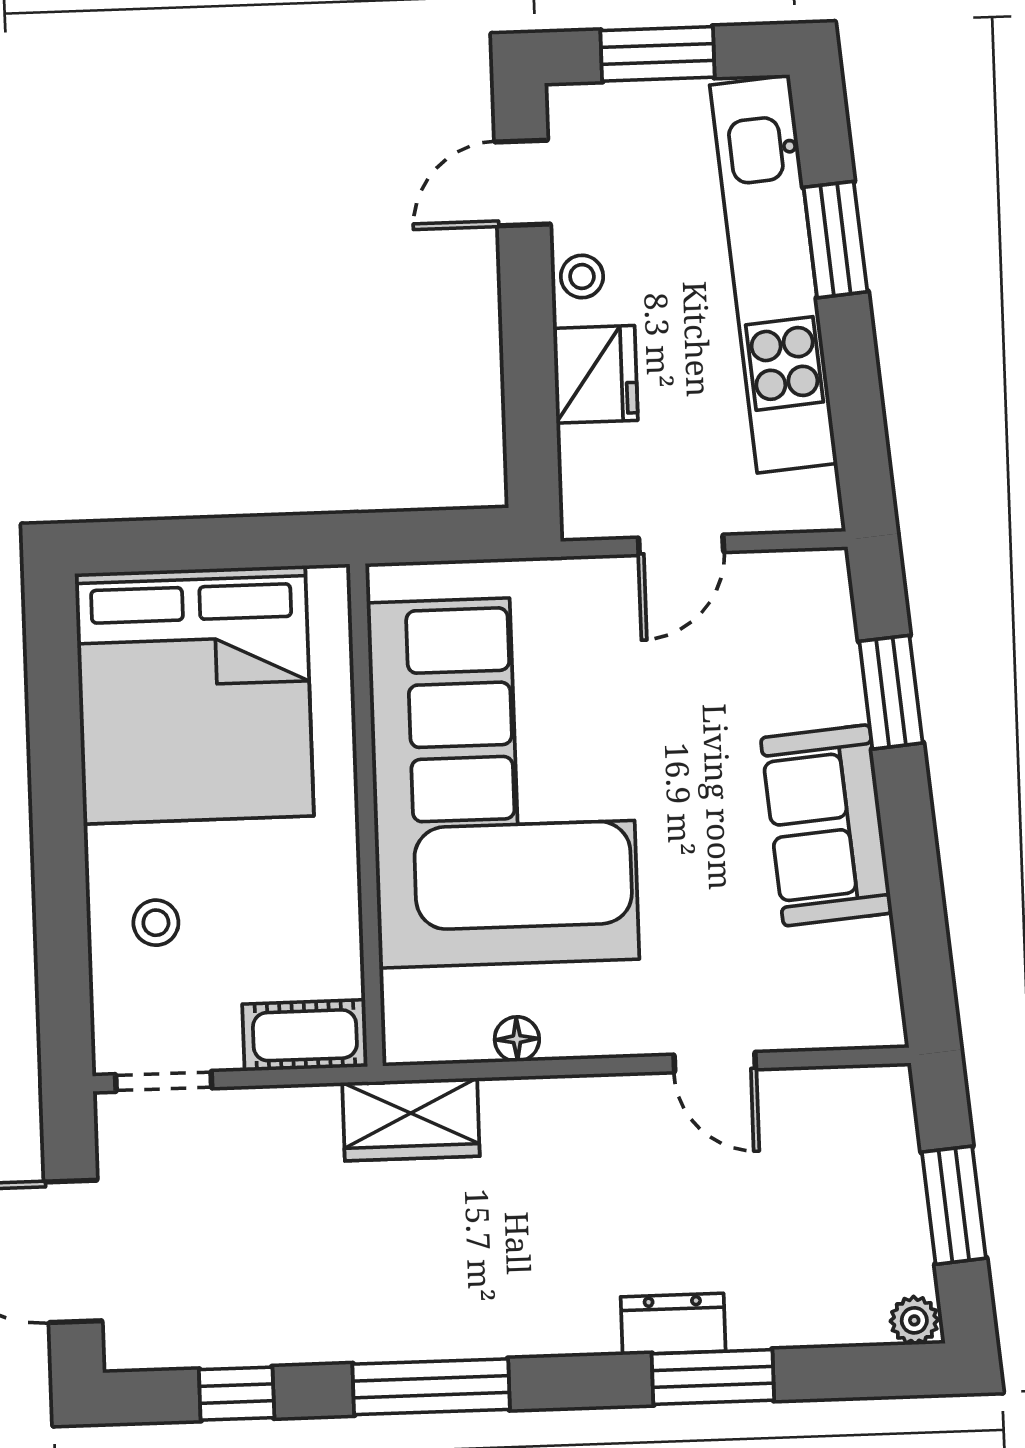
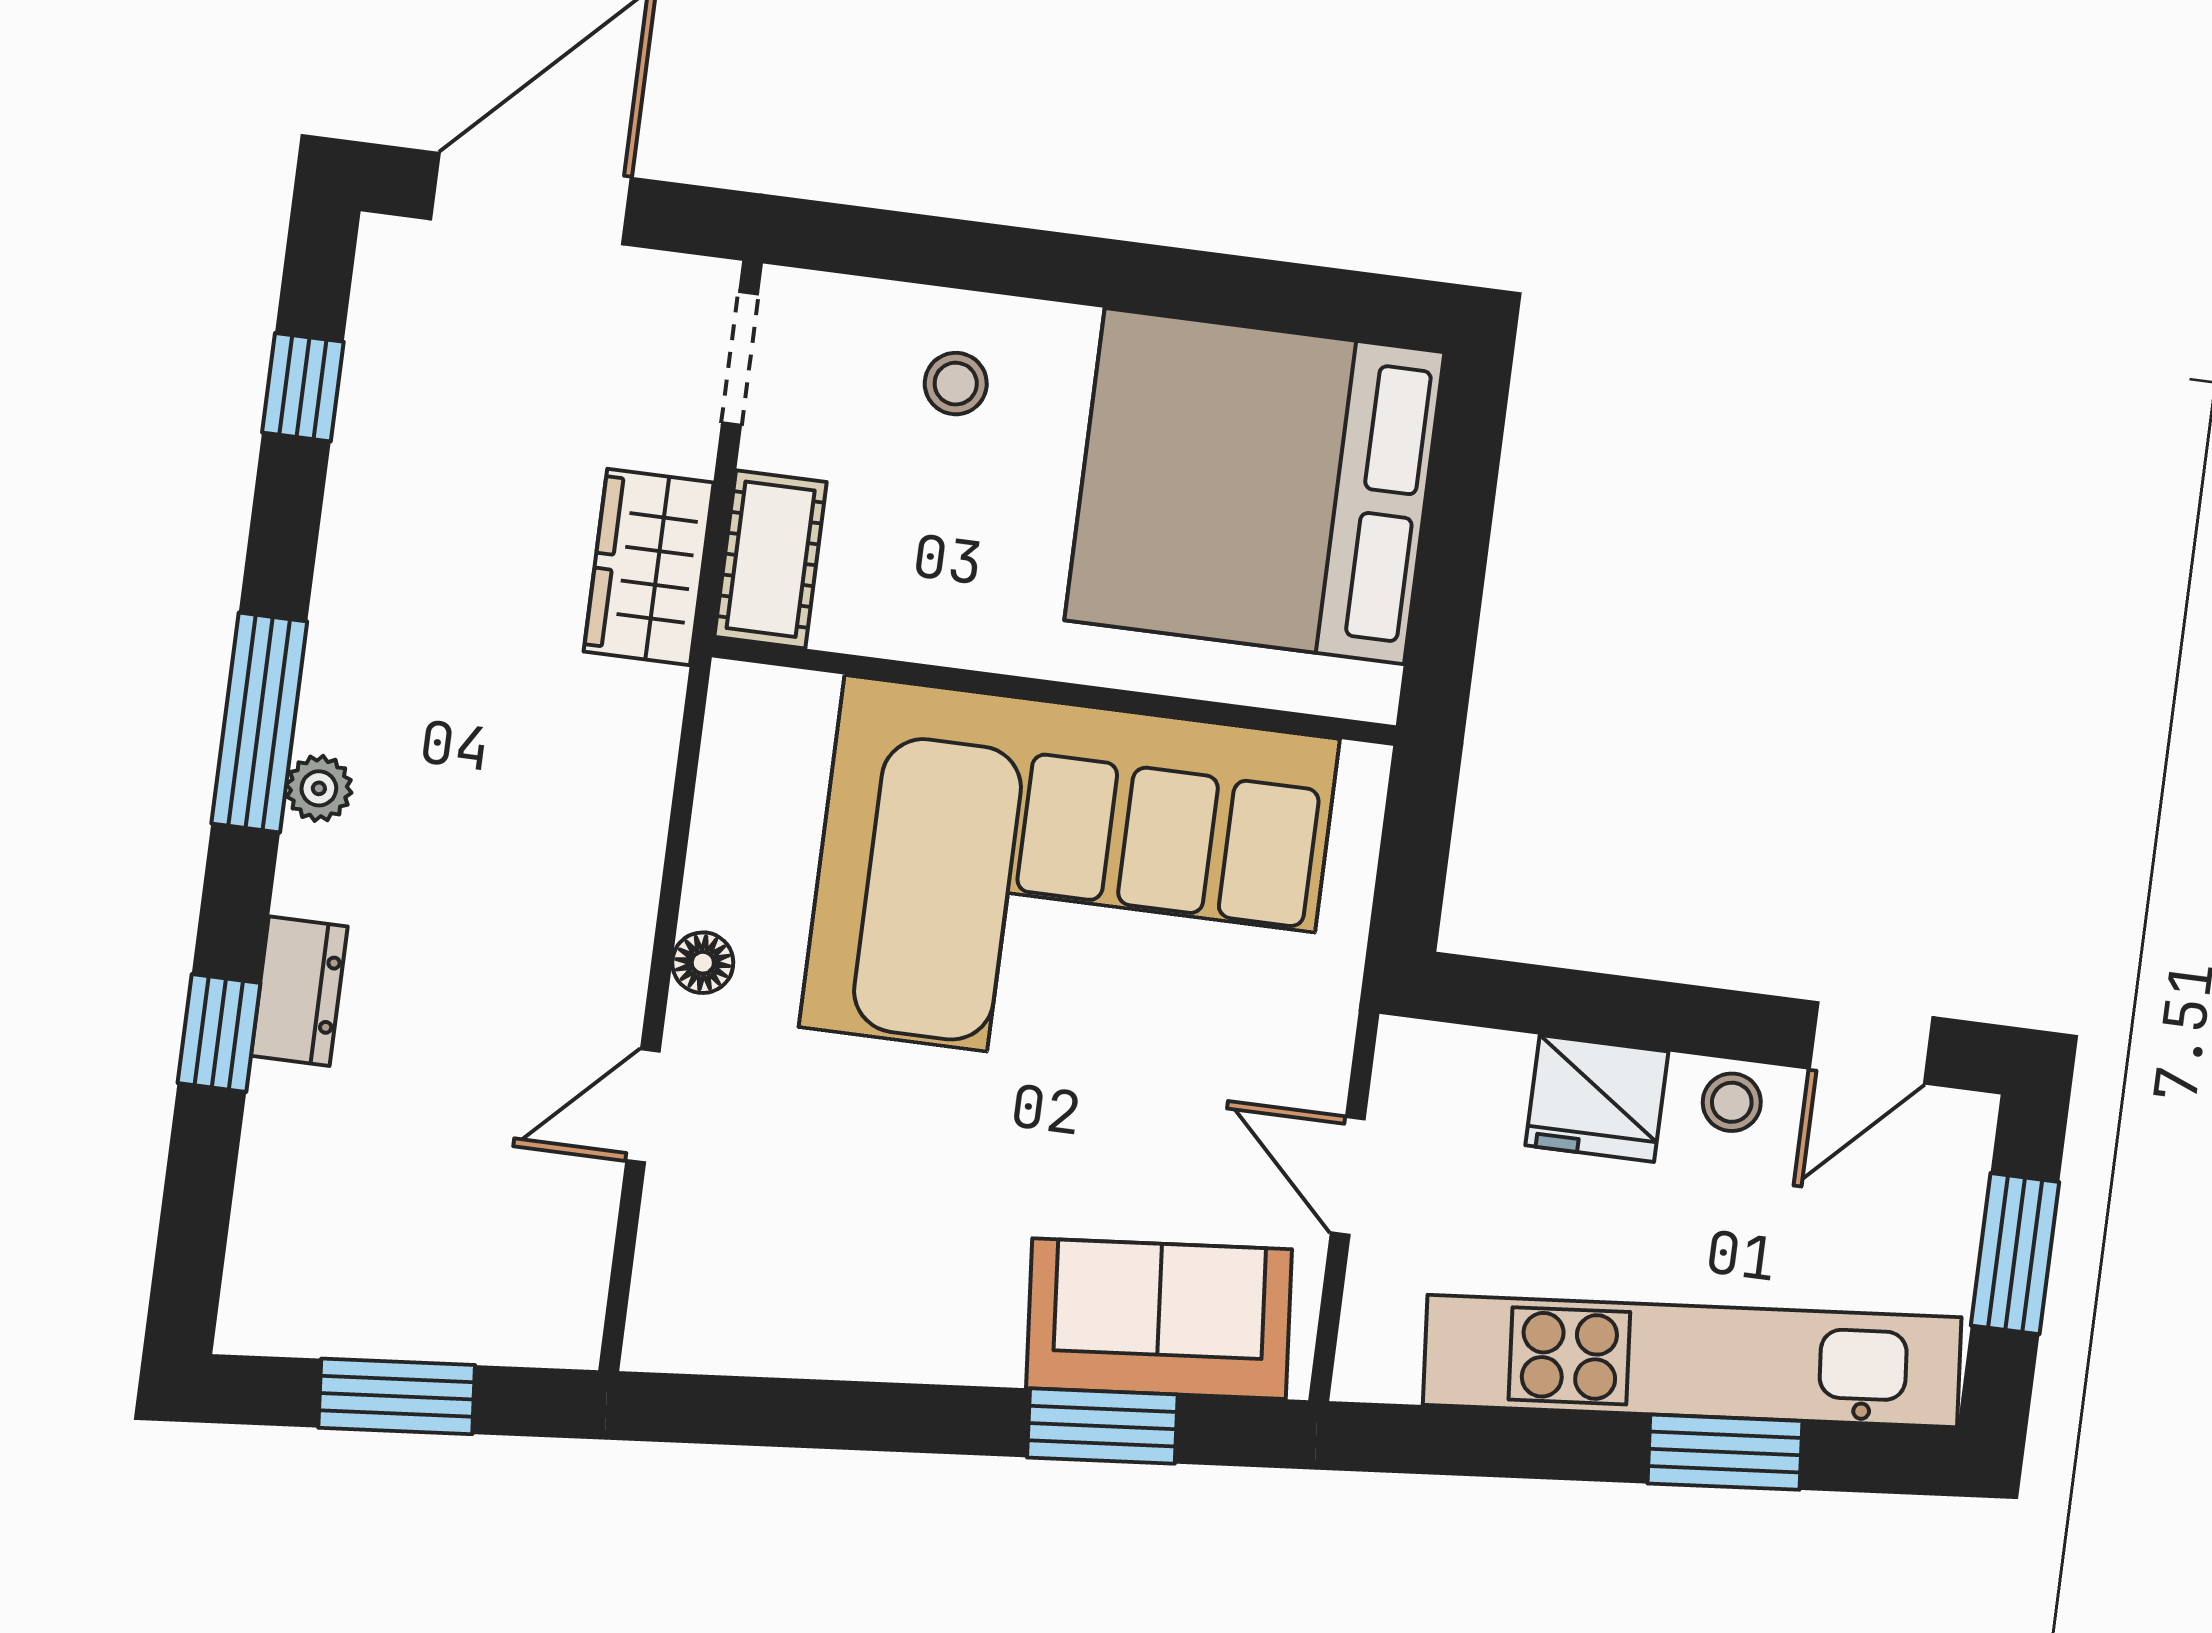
door: (523, 183) -> (1871, 1043), swing flipped
sofa: (826, 825) -> (1159, 1319), moved
floor lamp: (517, 1039) -> (703, 963), moved
wardrobe: (411, 1119) -> (649, 567), moved
plant: (914, 1320) -> (319, 788), moved
window: (713, 1377) -> (219, 1033), width x0.67
window: (431, 1387) -> (259, 722), moved

